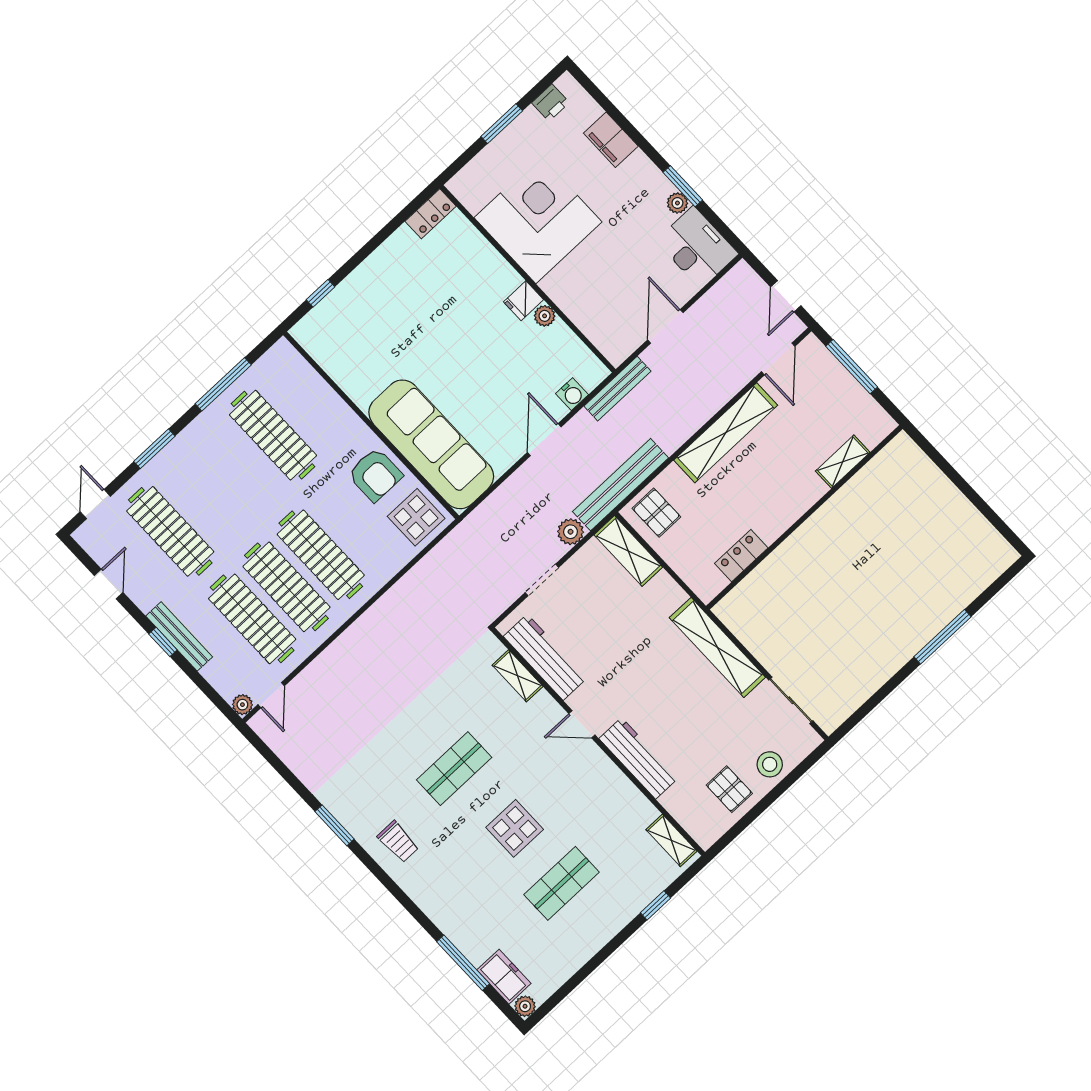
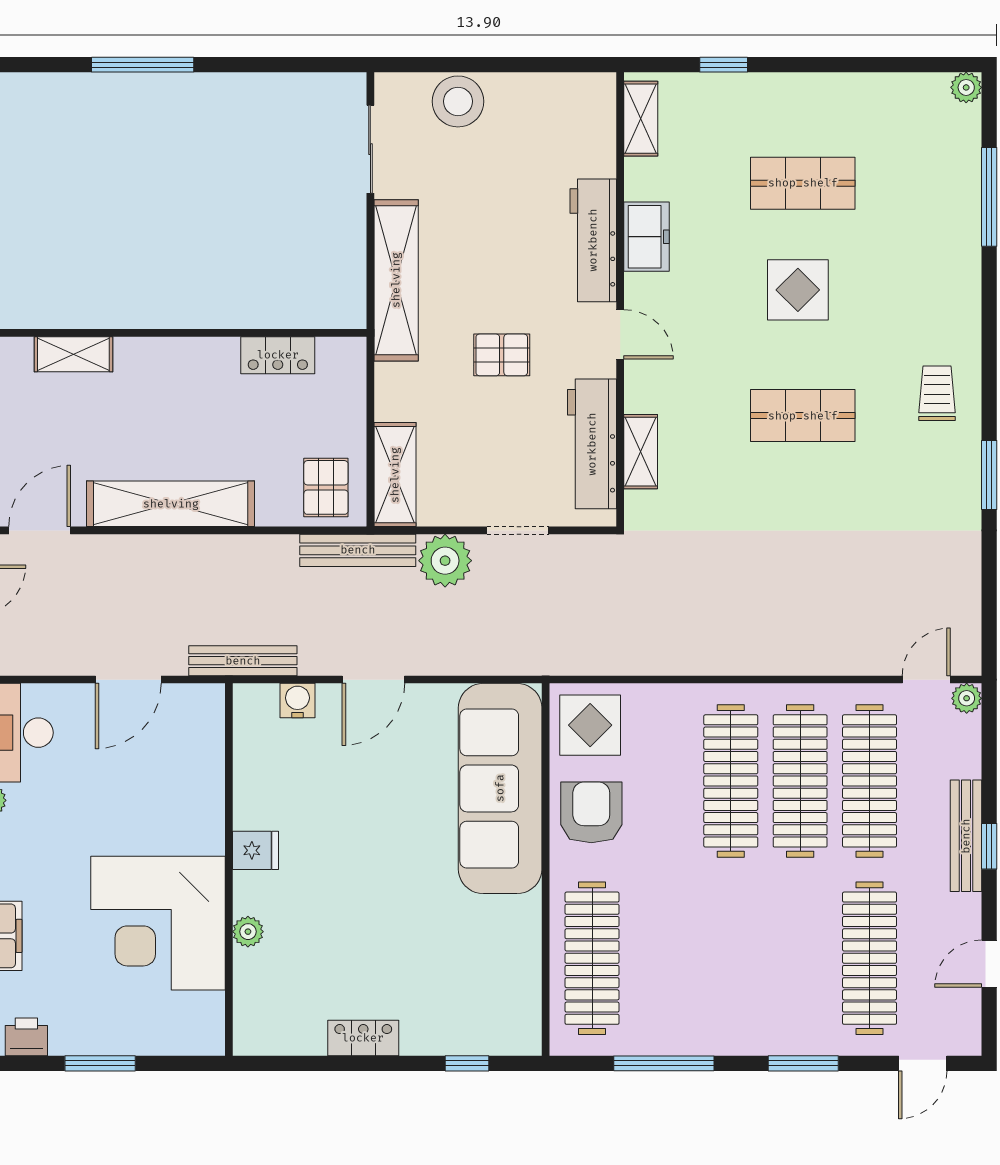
locker: (431, 214) -> (363, 1038), moved
plant: (545, 316) -> (248, 932), moved
clothes rail: (273, 435) -> (592, 958), moved
bench: (621, 485) -> (358, 550), width x0.73, depth x0.82
plant: (571, 532) -> (445, 561), width x1.36, depth x1.36
stool: (770, 764) -> (458, 101), width x1.38, depth x1.38
pallet: (729, 789) -> (502, 355), moved, turned 90
freezer: (504, 977) -> (646, 237), moved, turned 180

